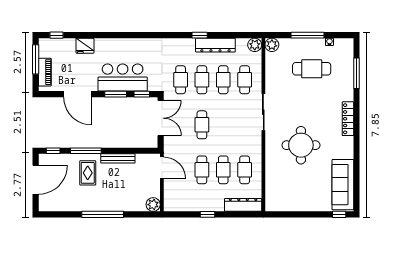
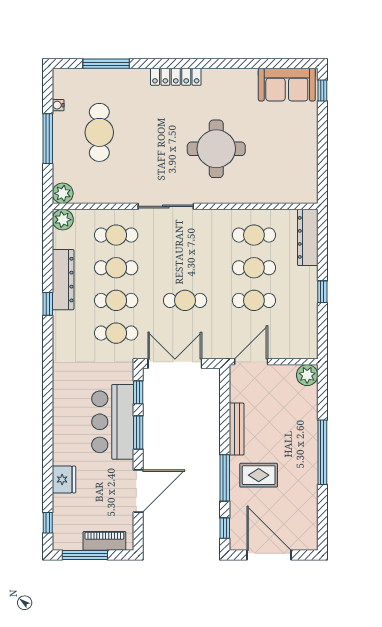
sofa: (343, 185) -> (287, 85), width x0.73

